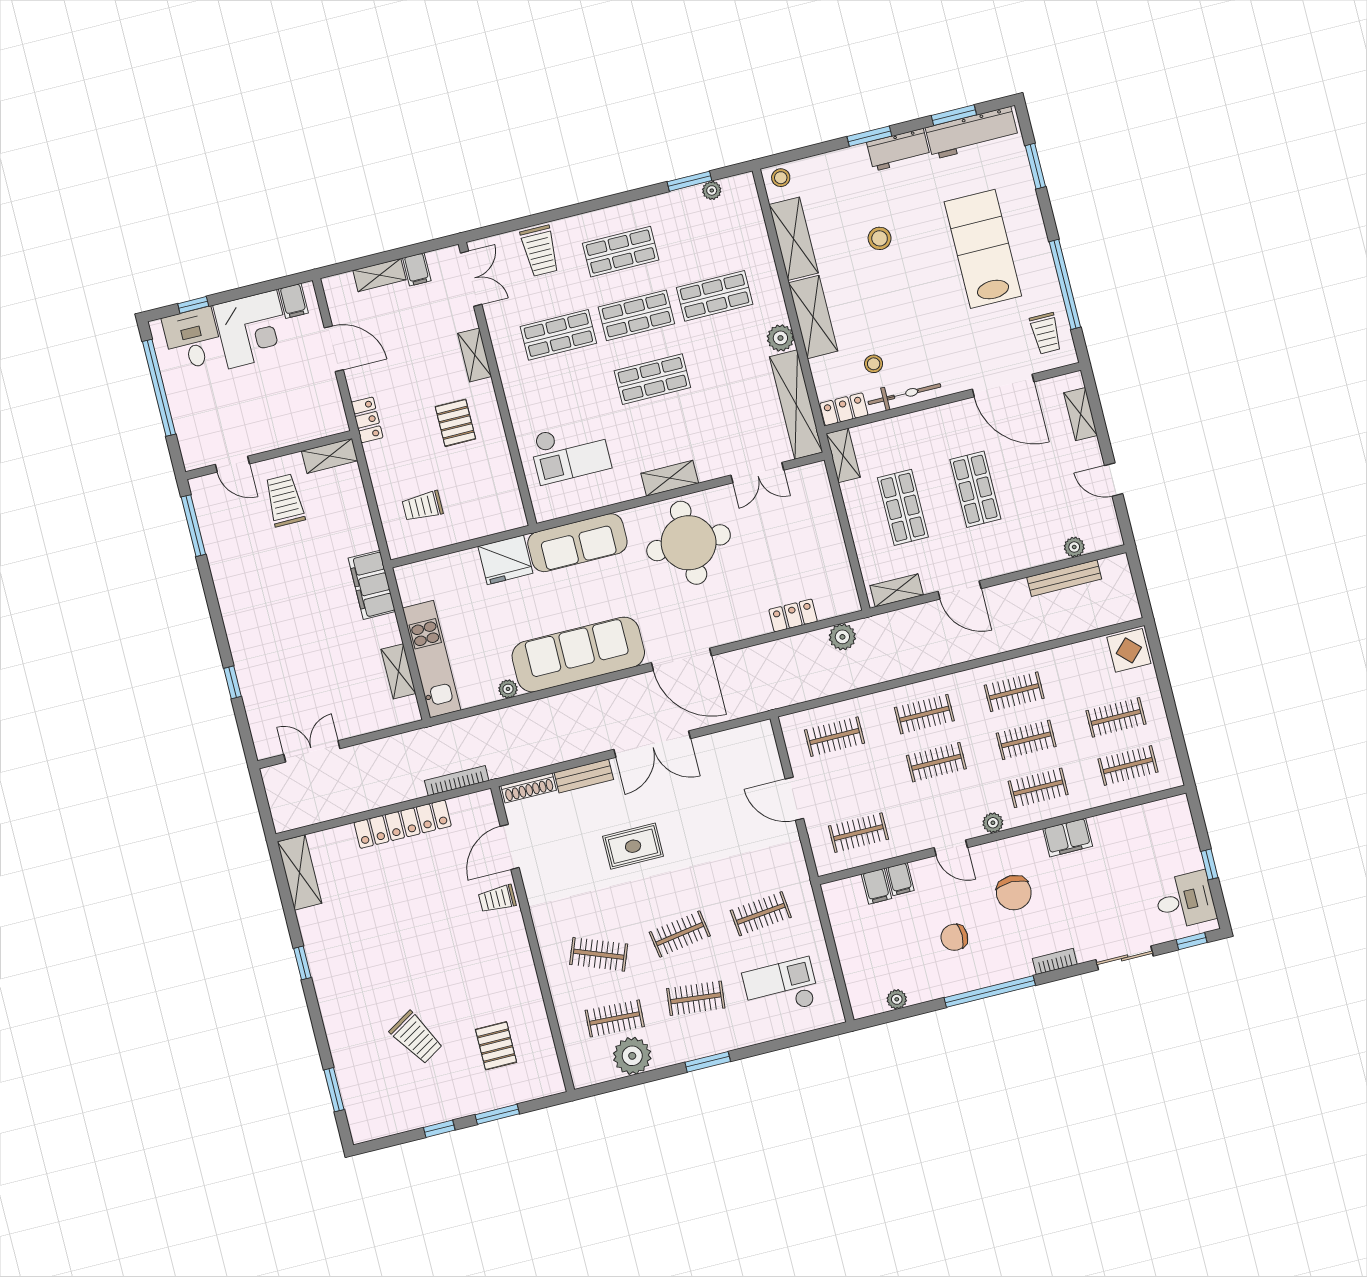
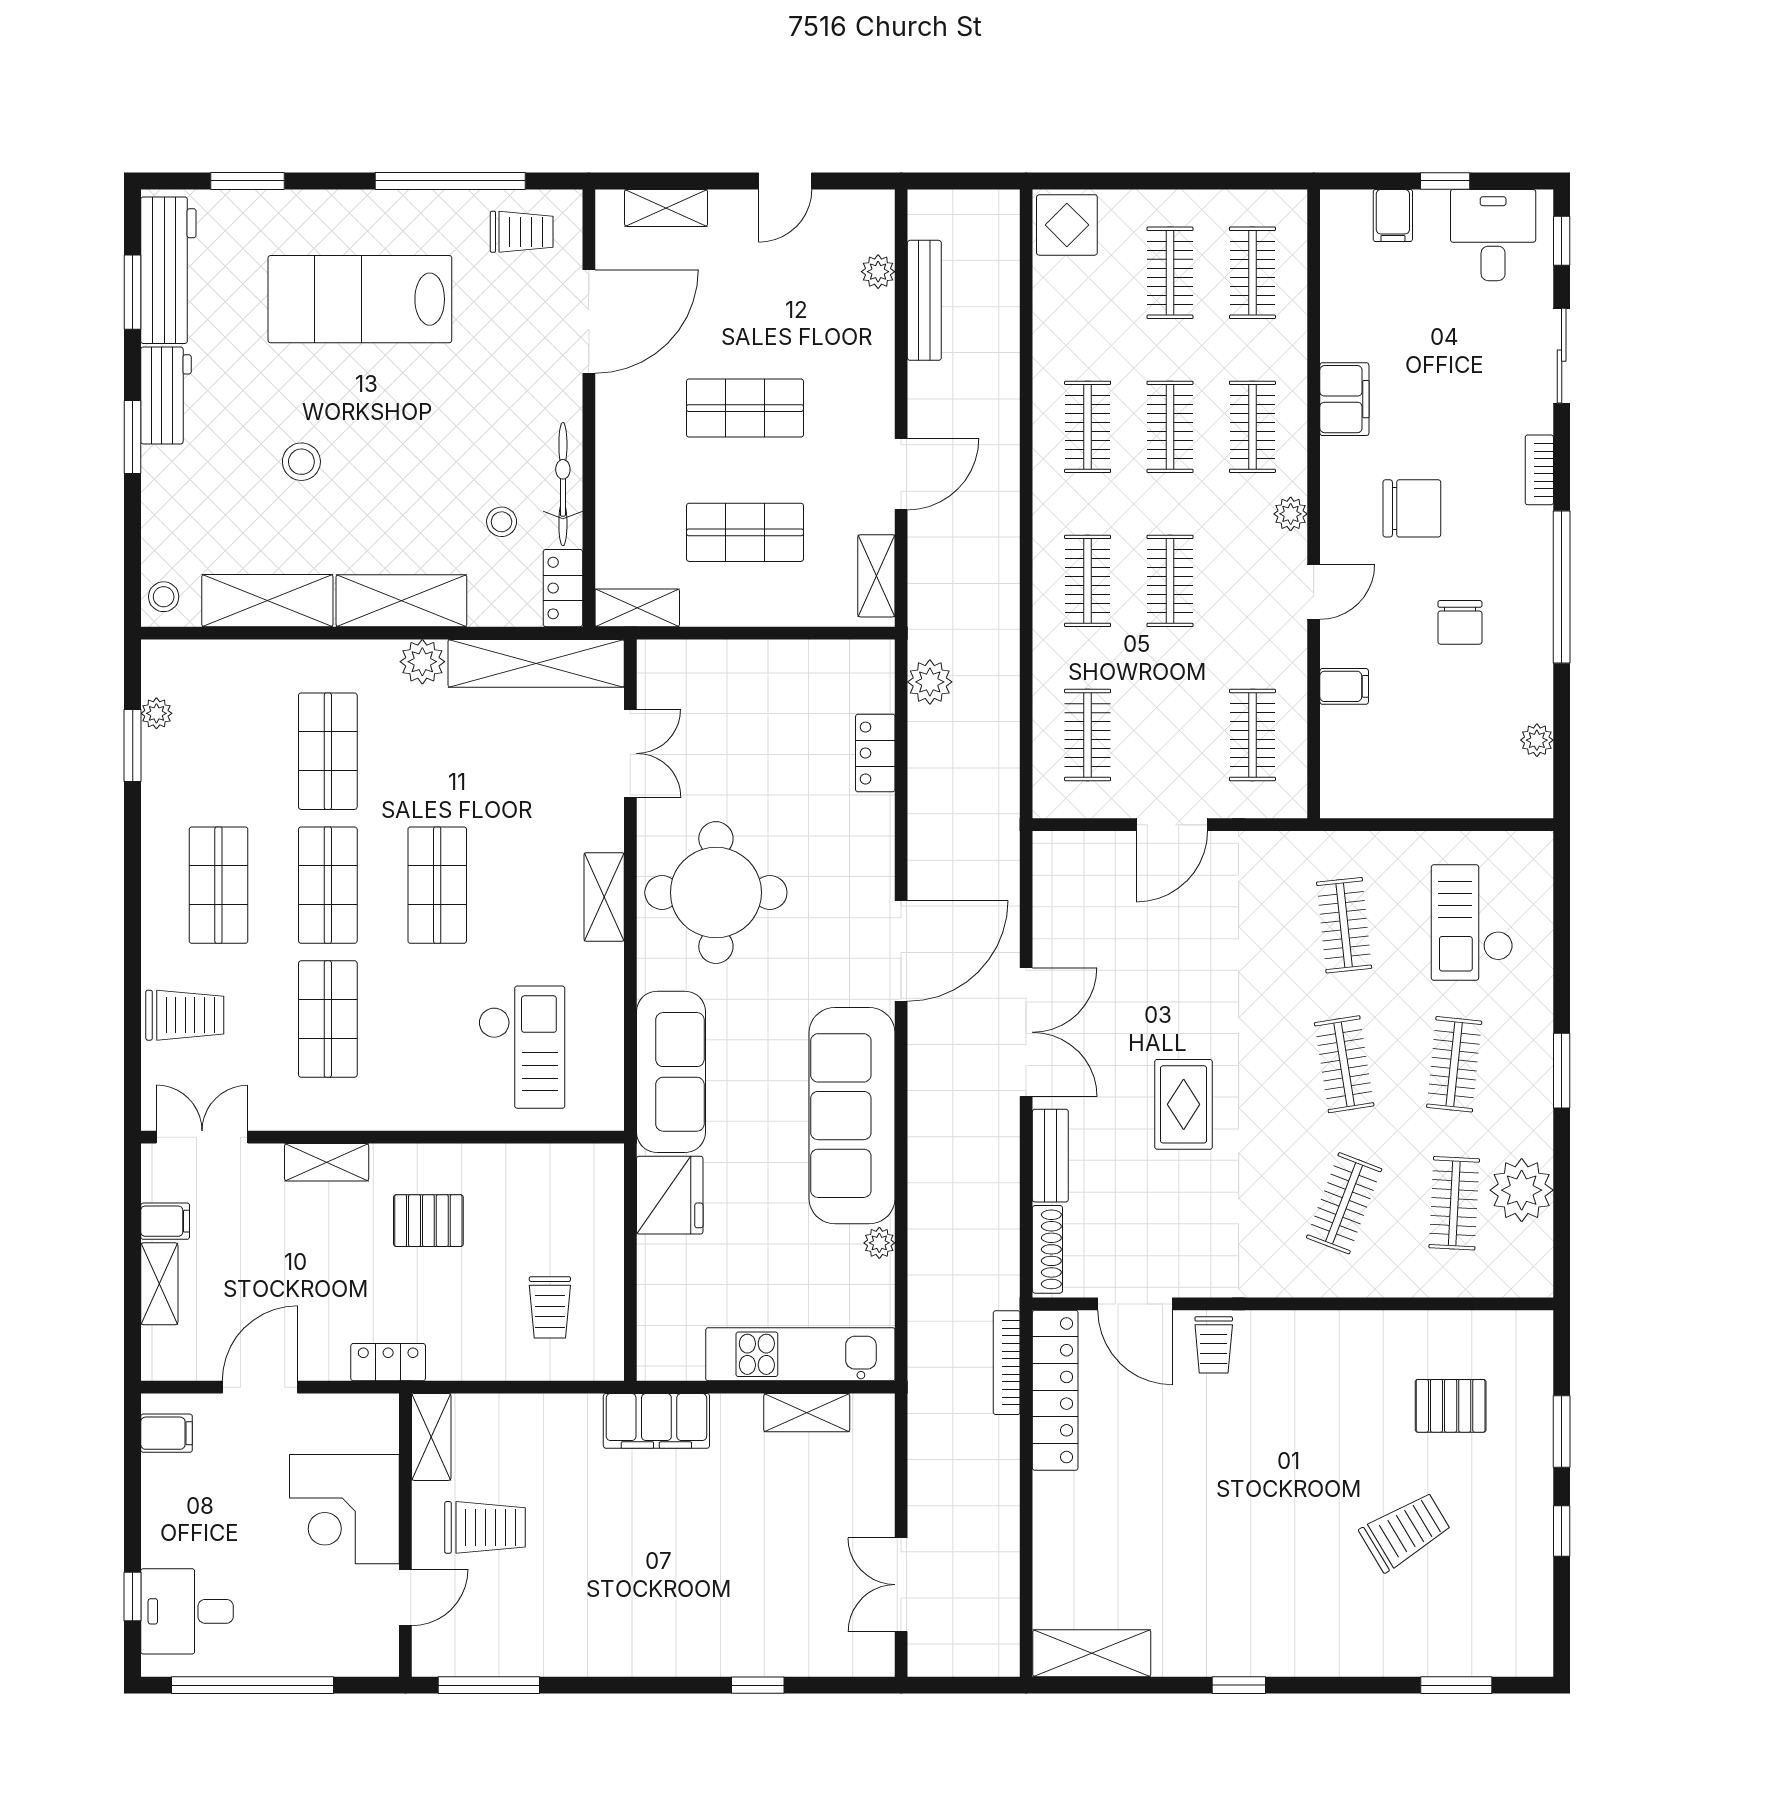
corner desk: (253, 329) -> (344, 1509), moved, turned 180
trolley: (285, 500) -> (485, 1527), turned 180
locker: (403, 824) -> (1055, 1390), moved
filing cabinet: (876, 886) -> (1393, 215), moved, turned 90

